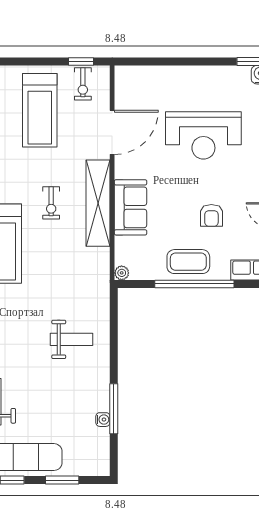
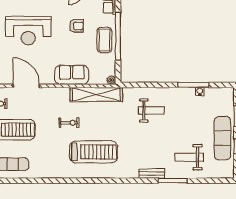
reception desk: (203, 135) -> (28, 31), turned 90
shelving: (98, 203) -> (96, 94), moved
weight bench: (71, 339) -> (151, 111), turned 90

